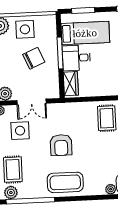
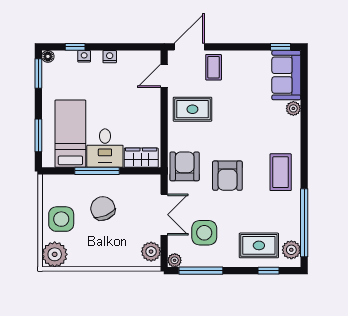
armchair: (66, 115) -> (185, 166), added
armchair: (61, 145) -> (227, 176), turned 90
coffee table: (65, 182) -> (281, 172), width x0.73, depth x0.76

